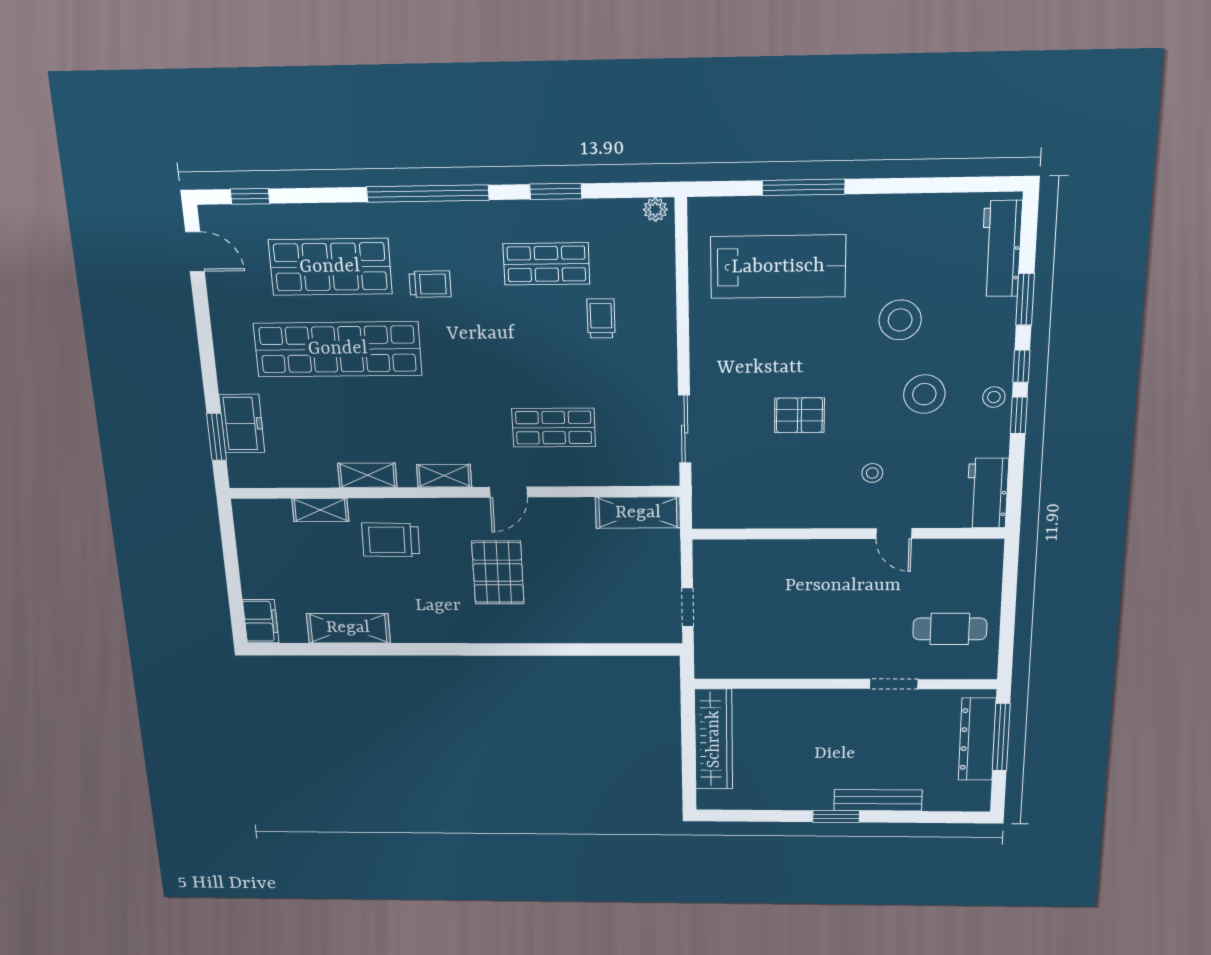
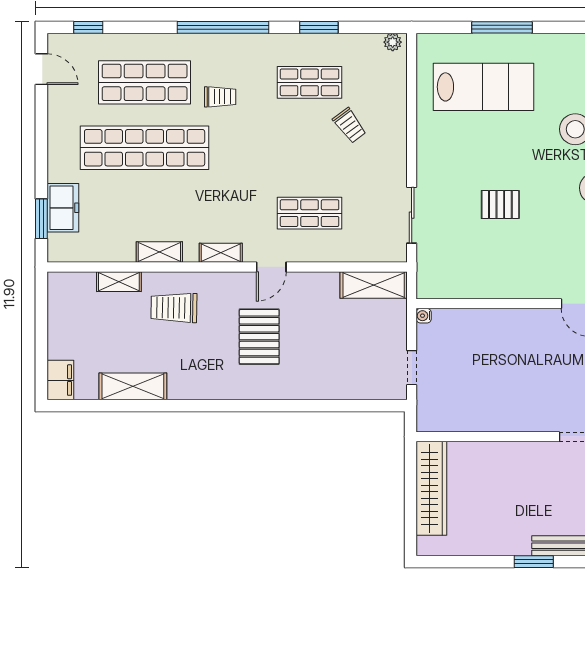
trolley: (601, 318) -> (349, 125), turned 143
stool: (872, 473) -> (557, 253), removed
water cooler: (702, 548) -> (424, 316), added

